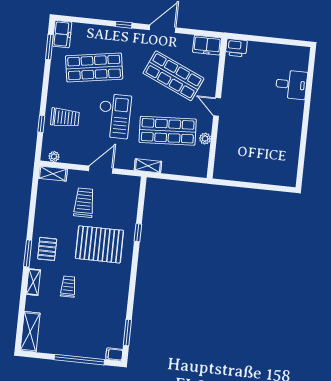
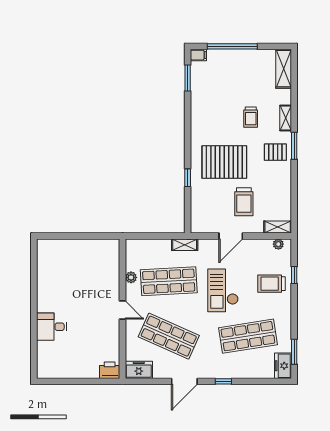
desk: (291, 85) -> (52, 327), moved
pallet: (47, 249) -> (275, 152), turned 90

